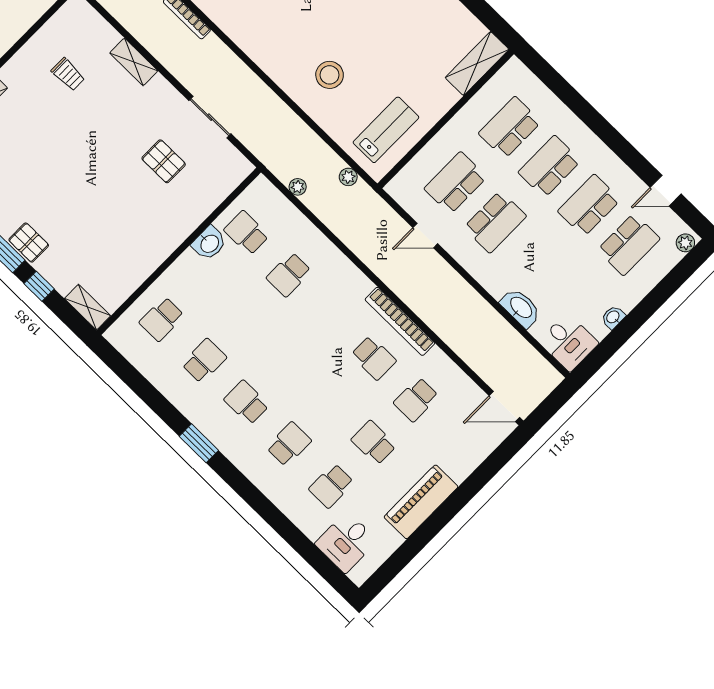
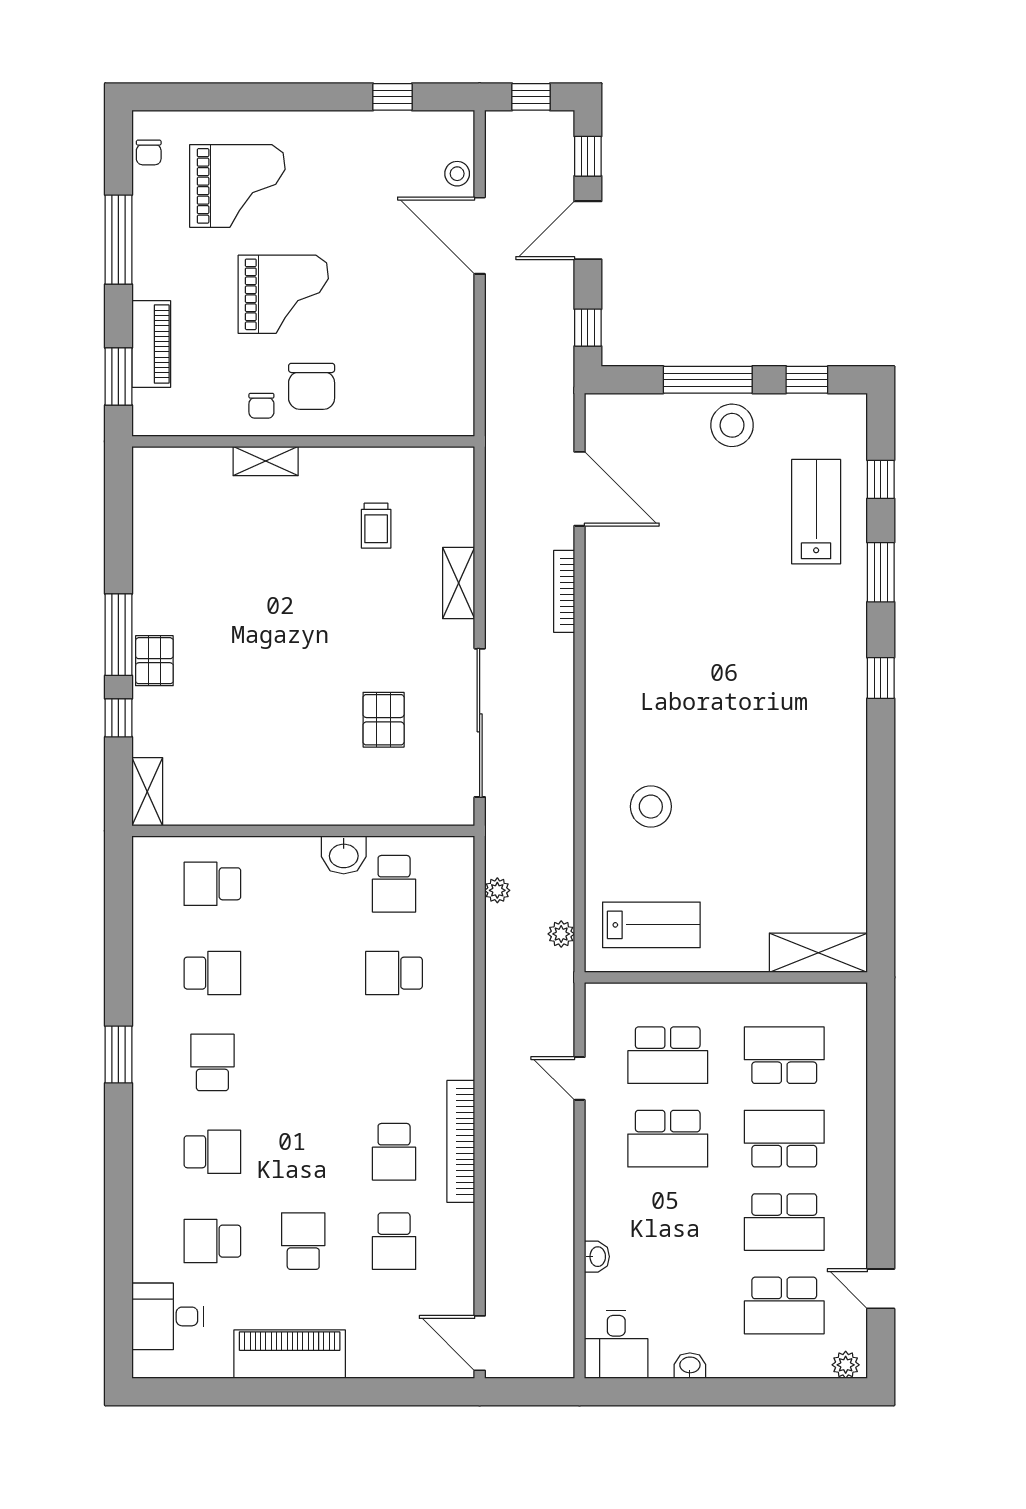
sliding door: (210, 117) -> (480, 723), width x1.86
school desk: (455, 183) -> (668, 1055), turned 180
school desk: (589, 205) -> (784, 1222), turned 180
school desk: (246, 233) -> (394, 884), turned 180
washbasin: (521, 308) -> (597, 1257), width x0.52, depth x0.69
school desk: (416, 400) -> (394, 1241), turned -90

